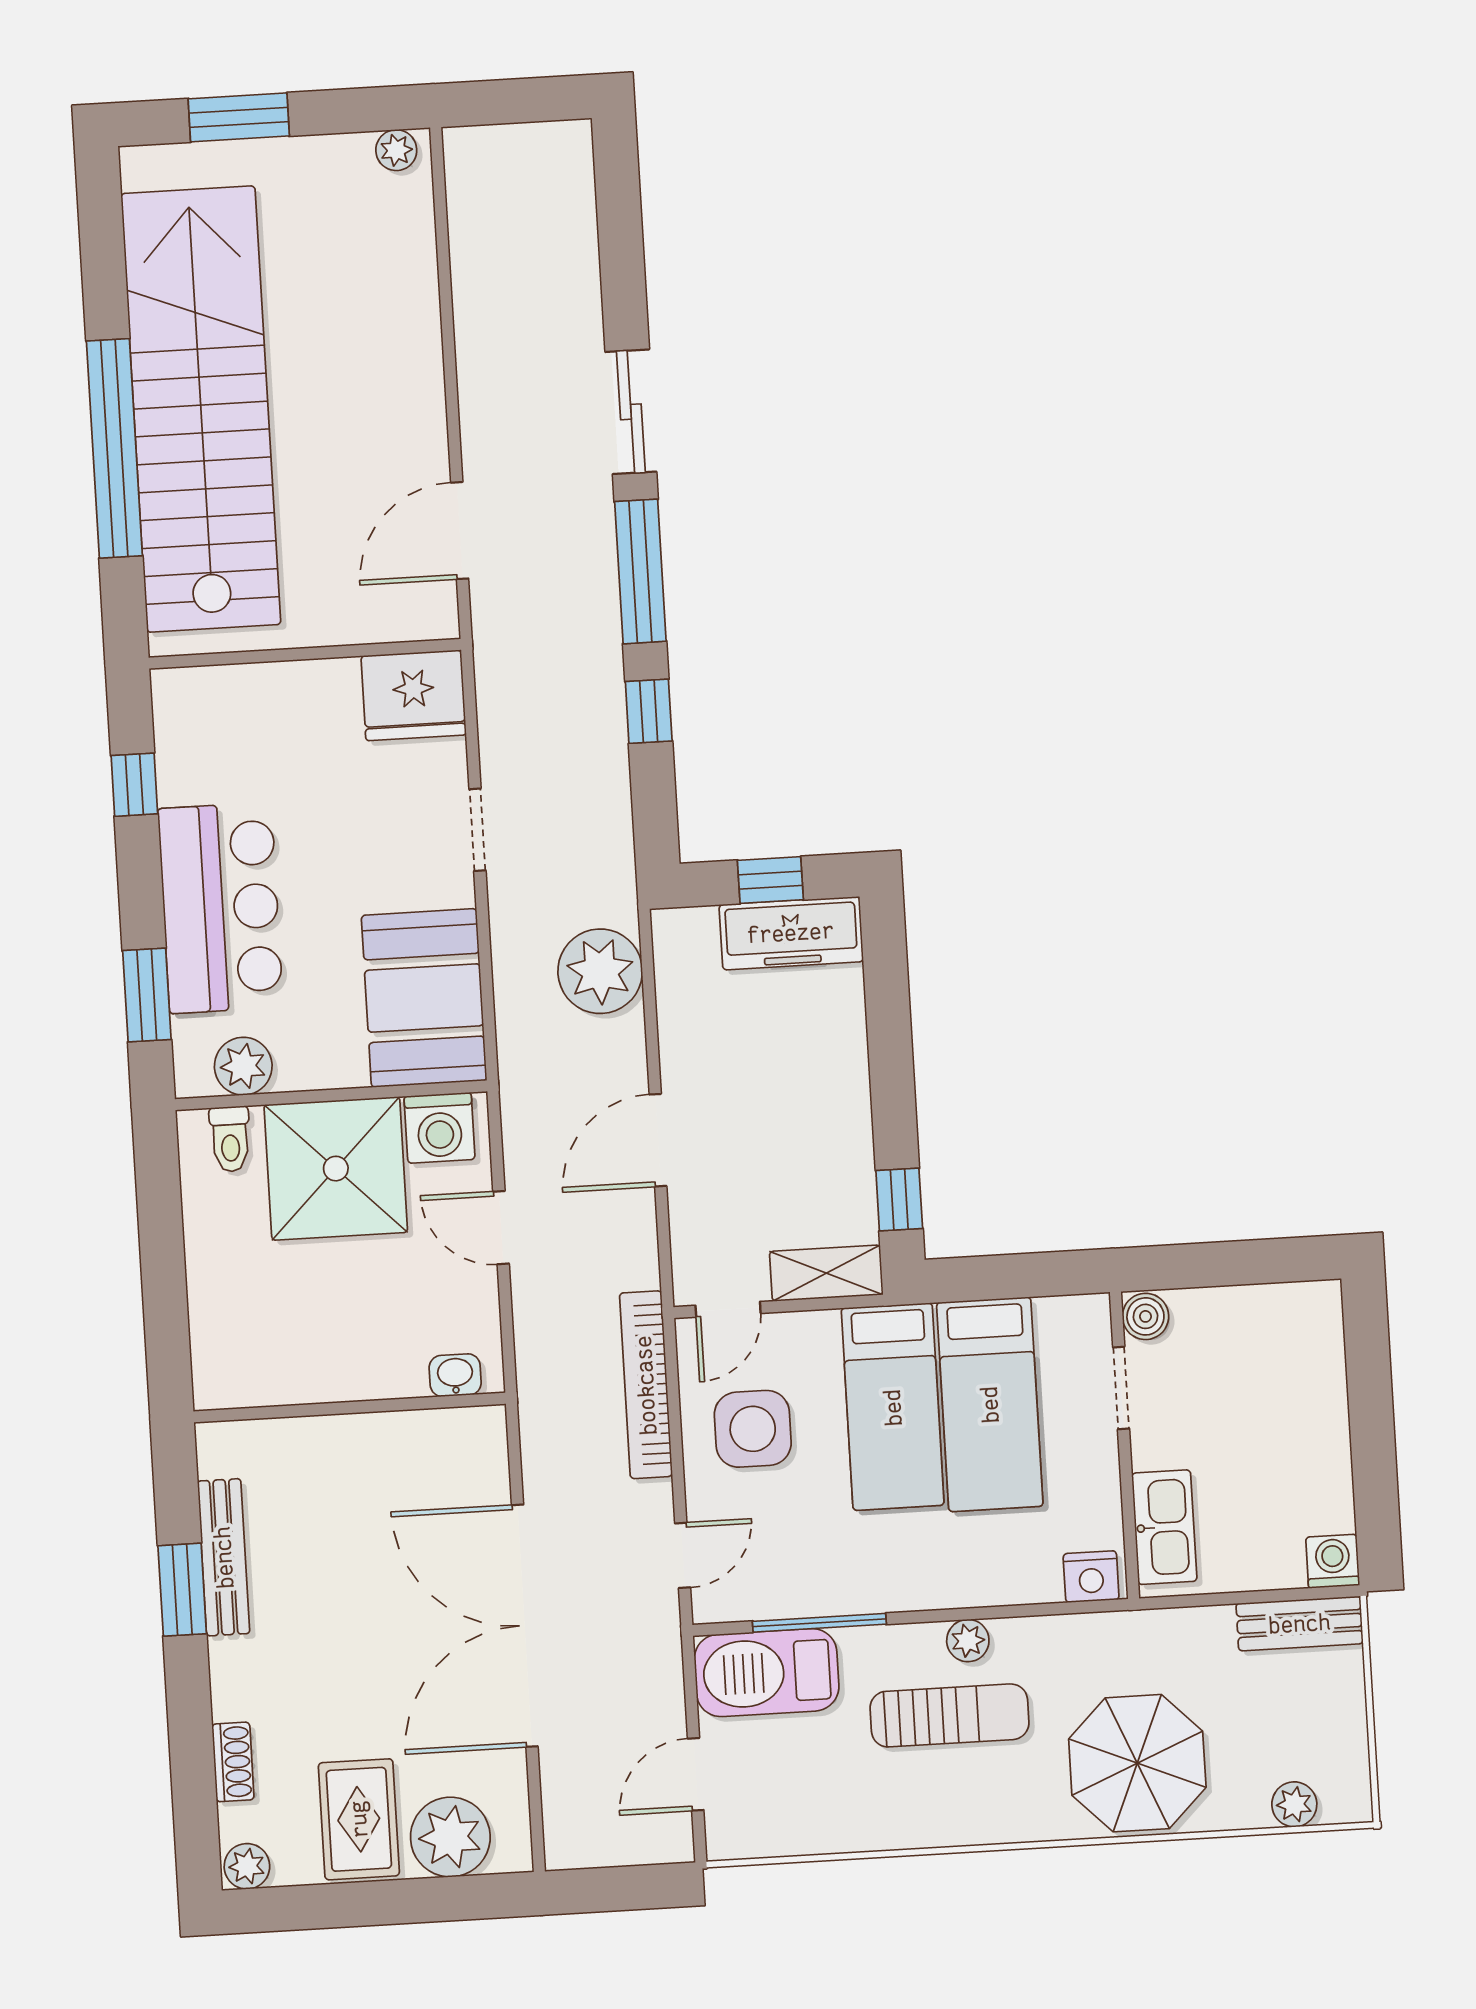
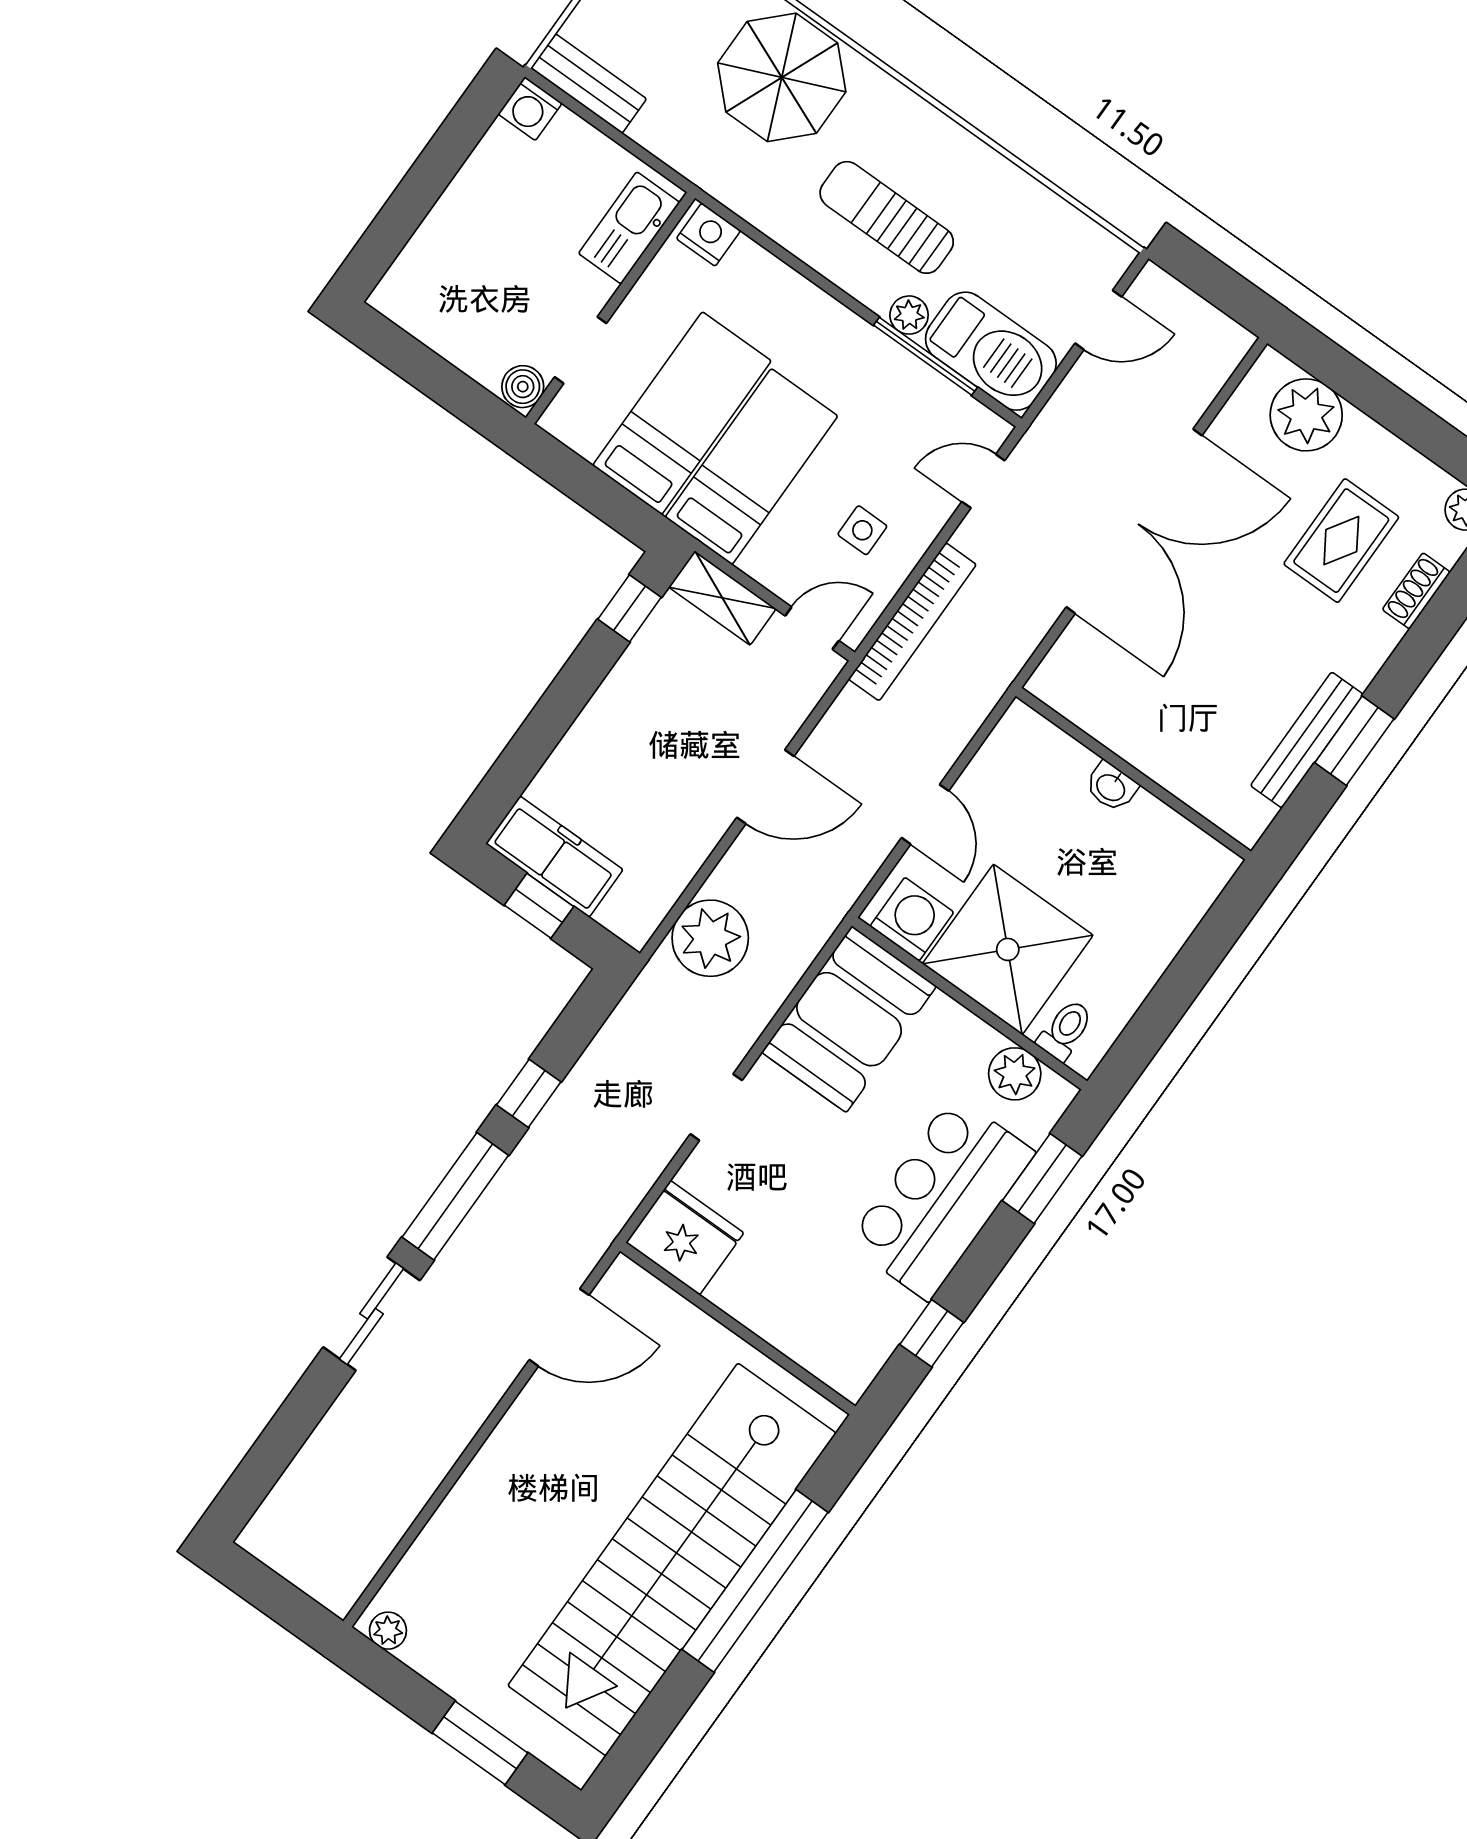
washbasin: (455, 1375) -> (1111, 787), moved
side table: (753, 1429) -> (862, 530), width x0.54, depth x0.54
plant: (968, 1641) -> (909, 315), moved
rug: (359, 1819) -> (1341, 541), moved

